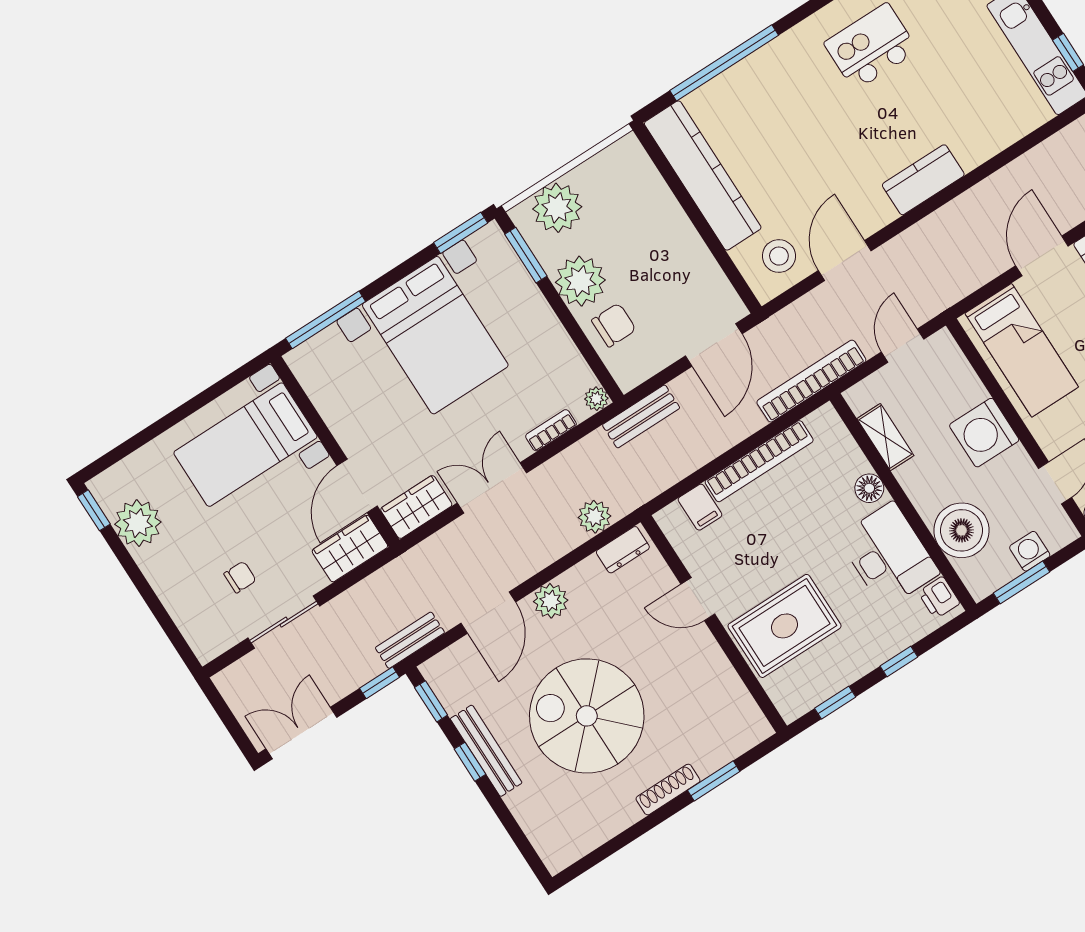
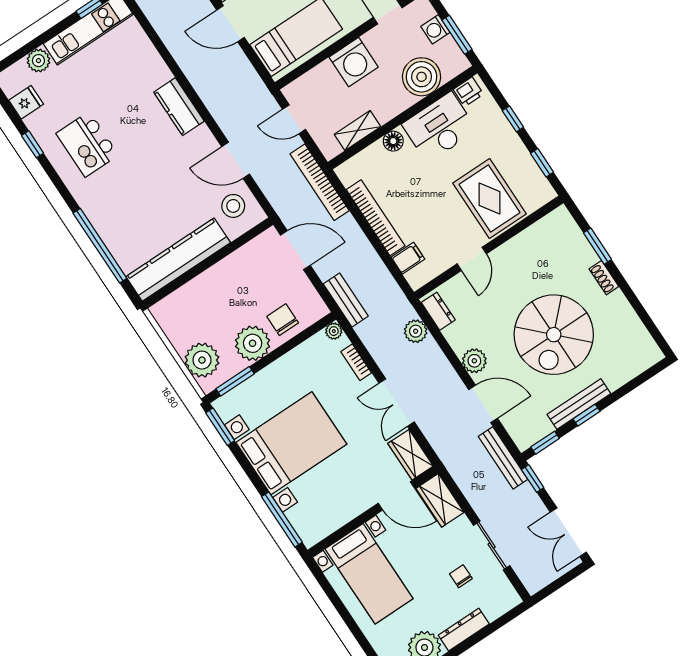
dresser: (163, 580) -> (464, 630), added
bench: (410, 640) -> (503, 458), width x1.36
shoe rack: (668, 790) -> (604, 278), width x0.70

